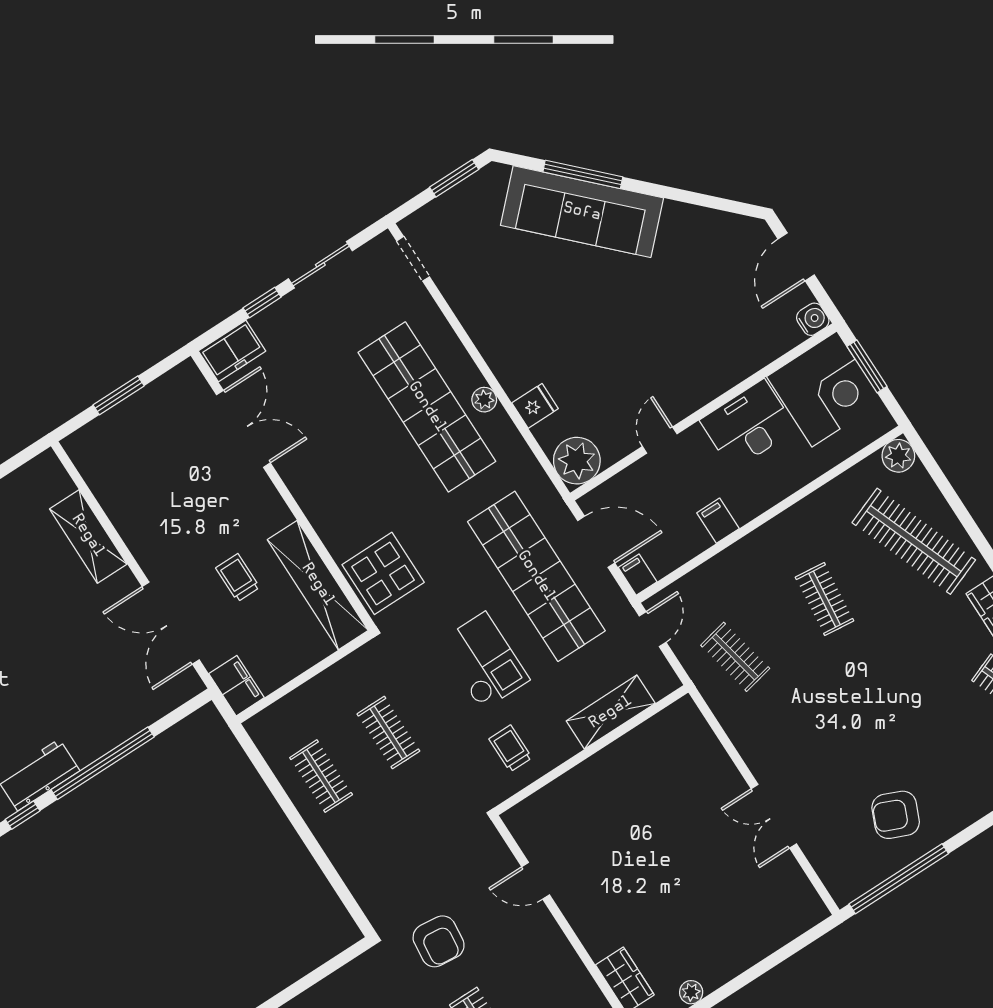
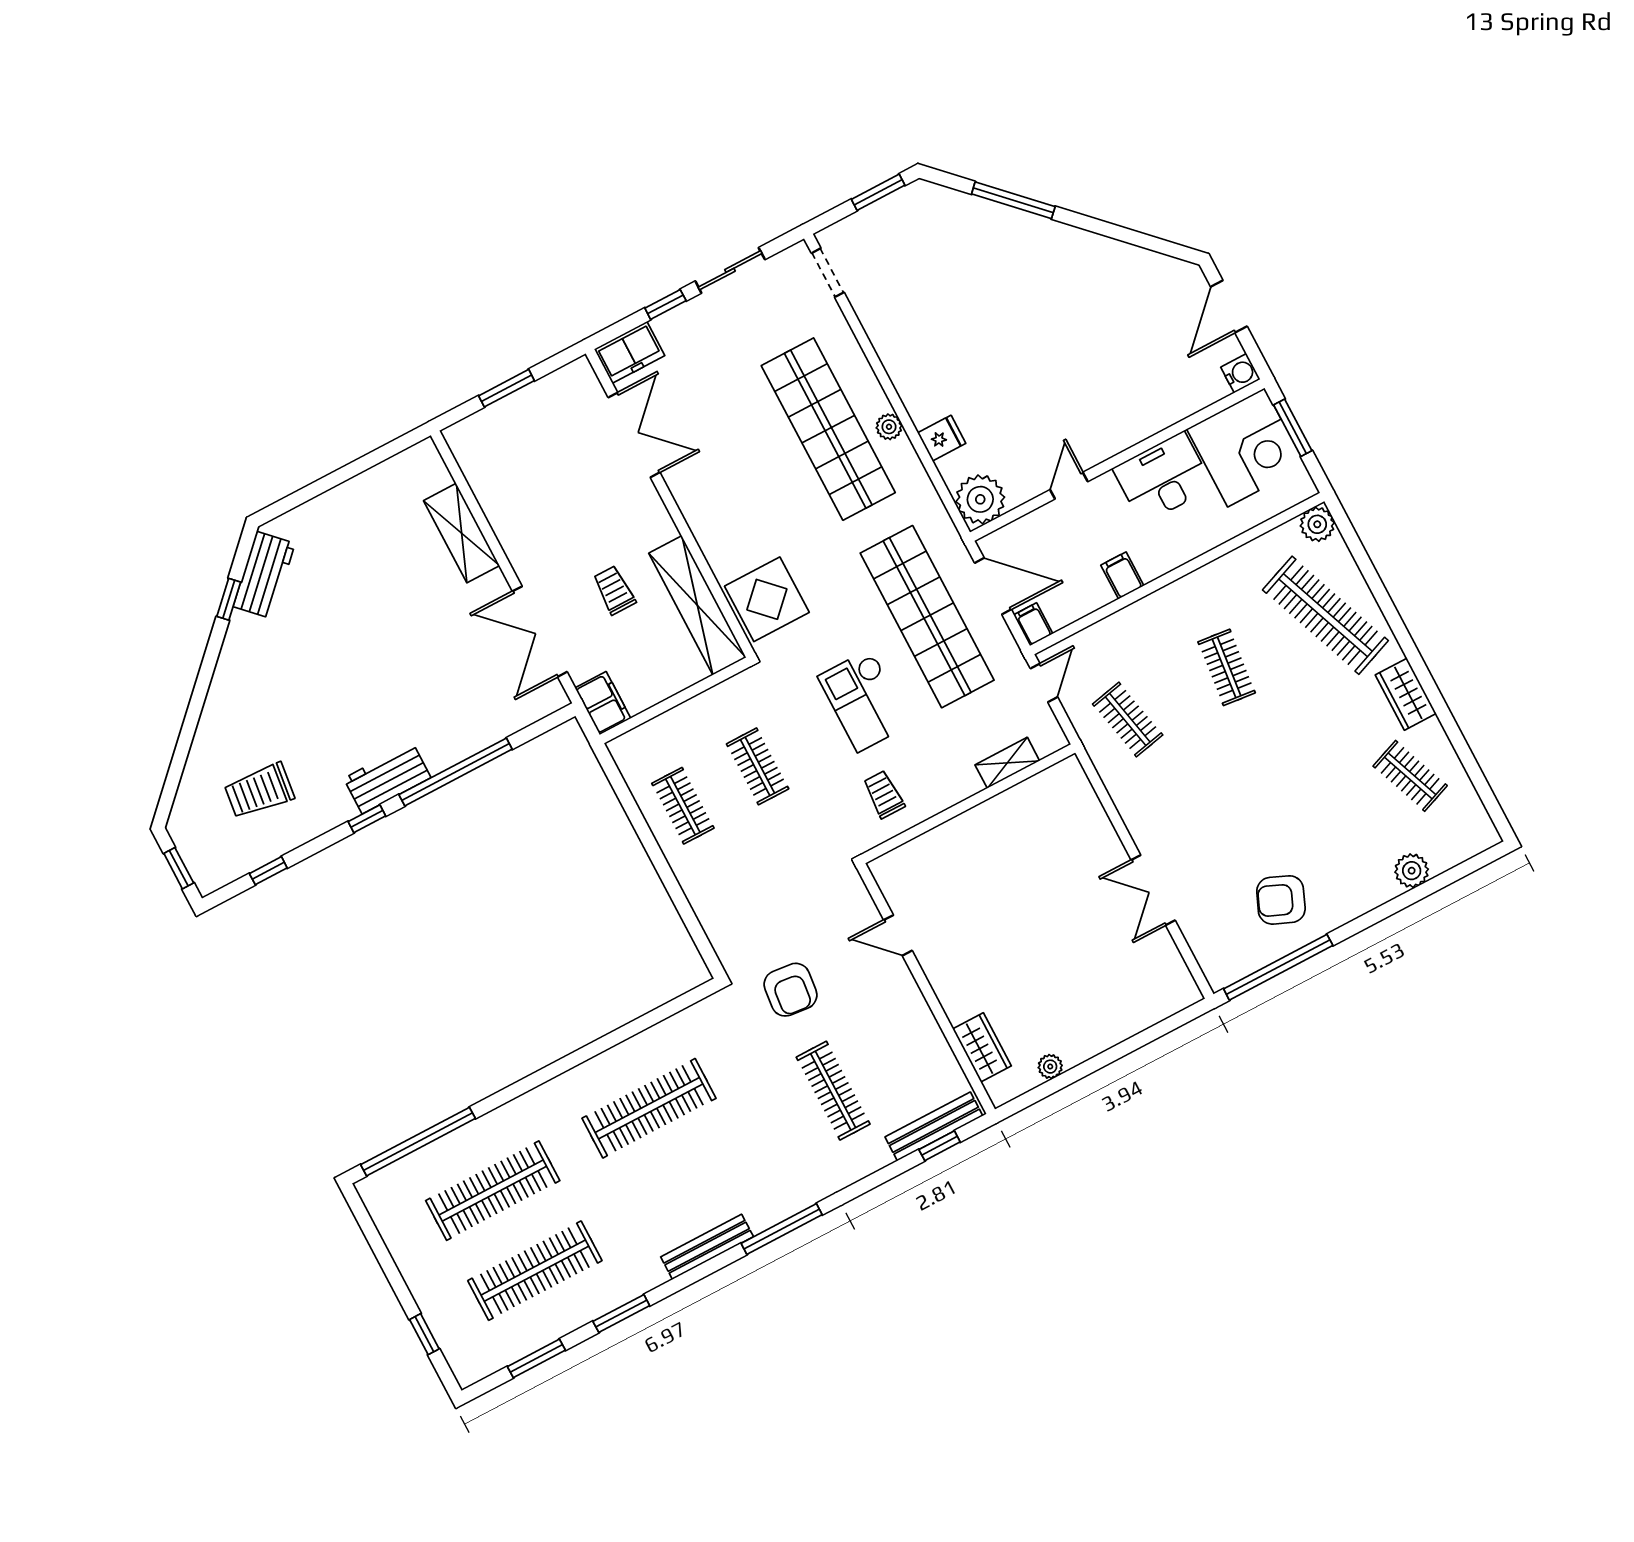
sofa: (582, 212) -> (1009, 239), removed
checkout: (484, 661) -> (864, 700), turned 180
shelving: (611, 712) -> (1007, 763), width x0.67, depth x0.75

